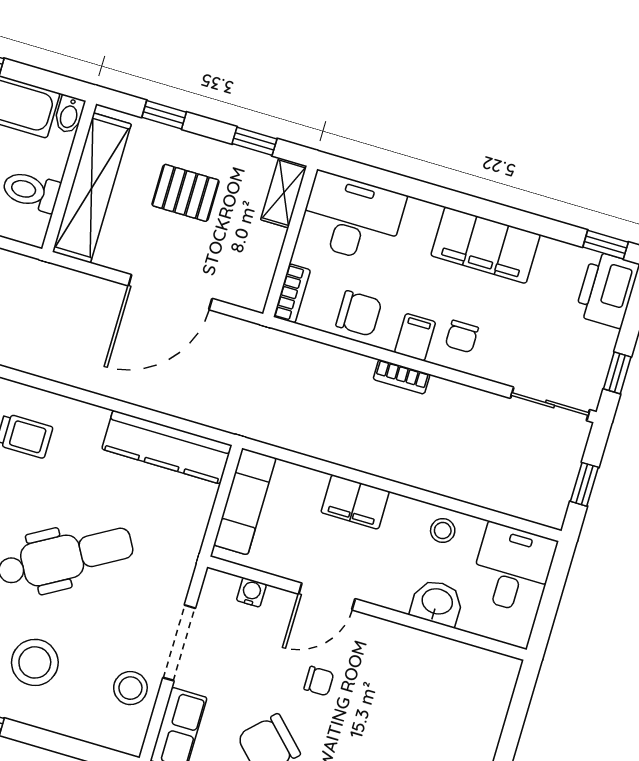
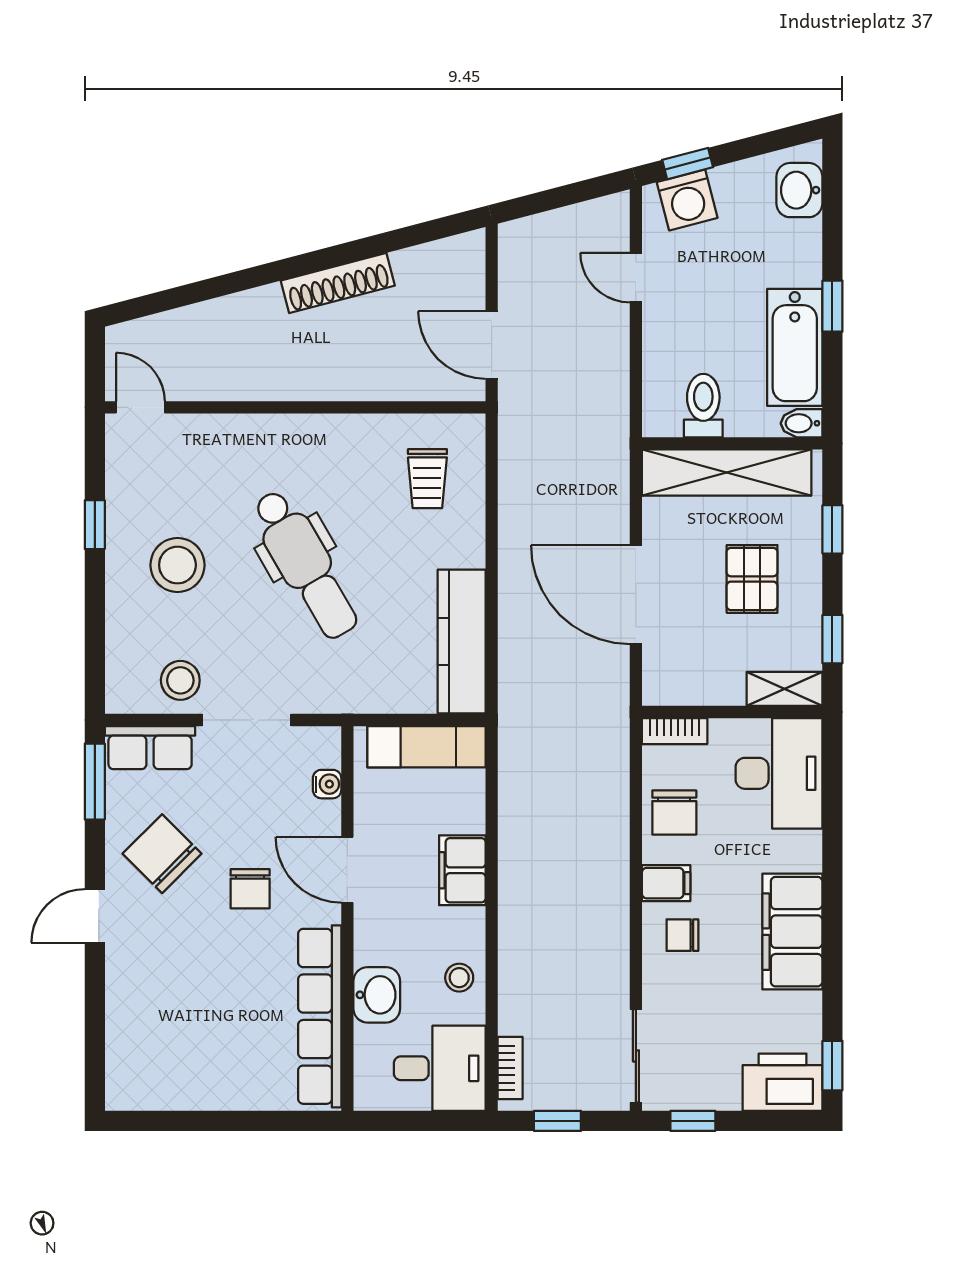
bookcase: (402, 377) -> (510, 1068), moved, turned 180
row of seats: (441, 655) -> (320, 1016), added
chair: (319, 681) -> (250, 889), width x1.37, depth x1.37

